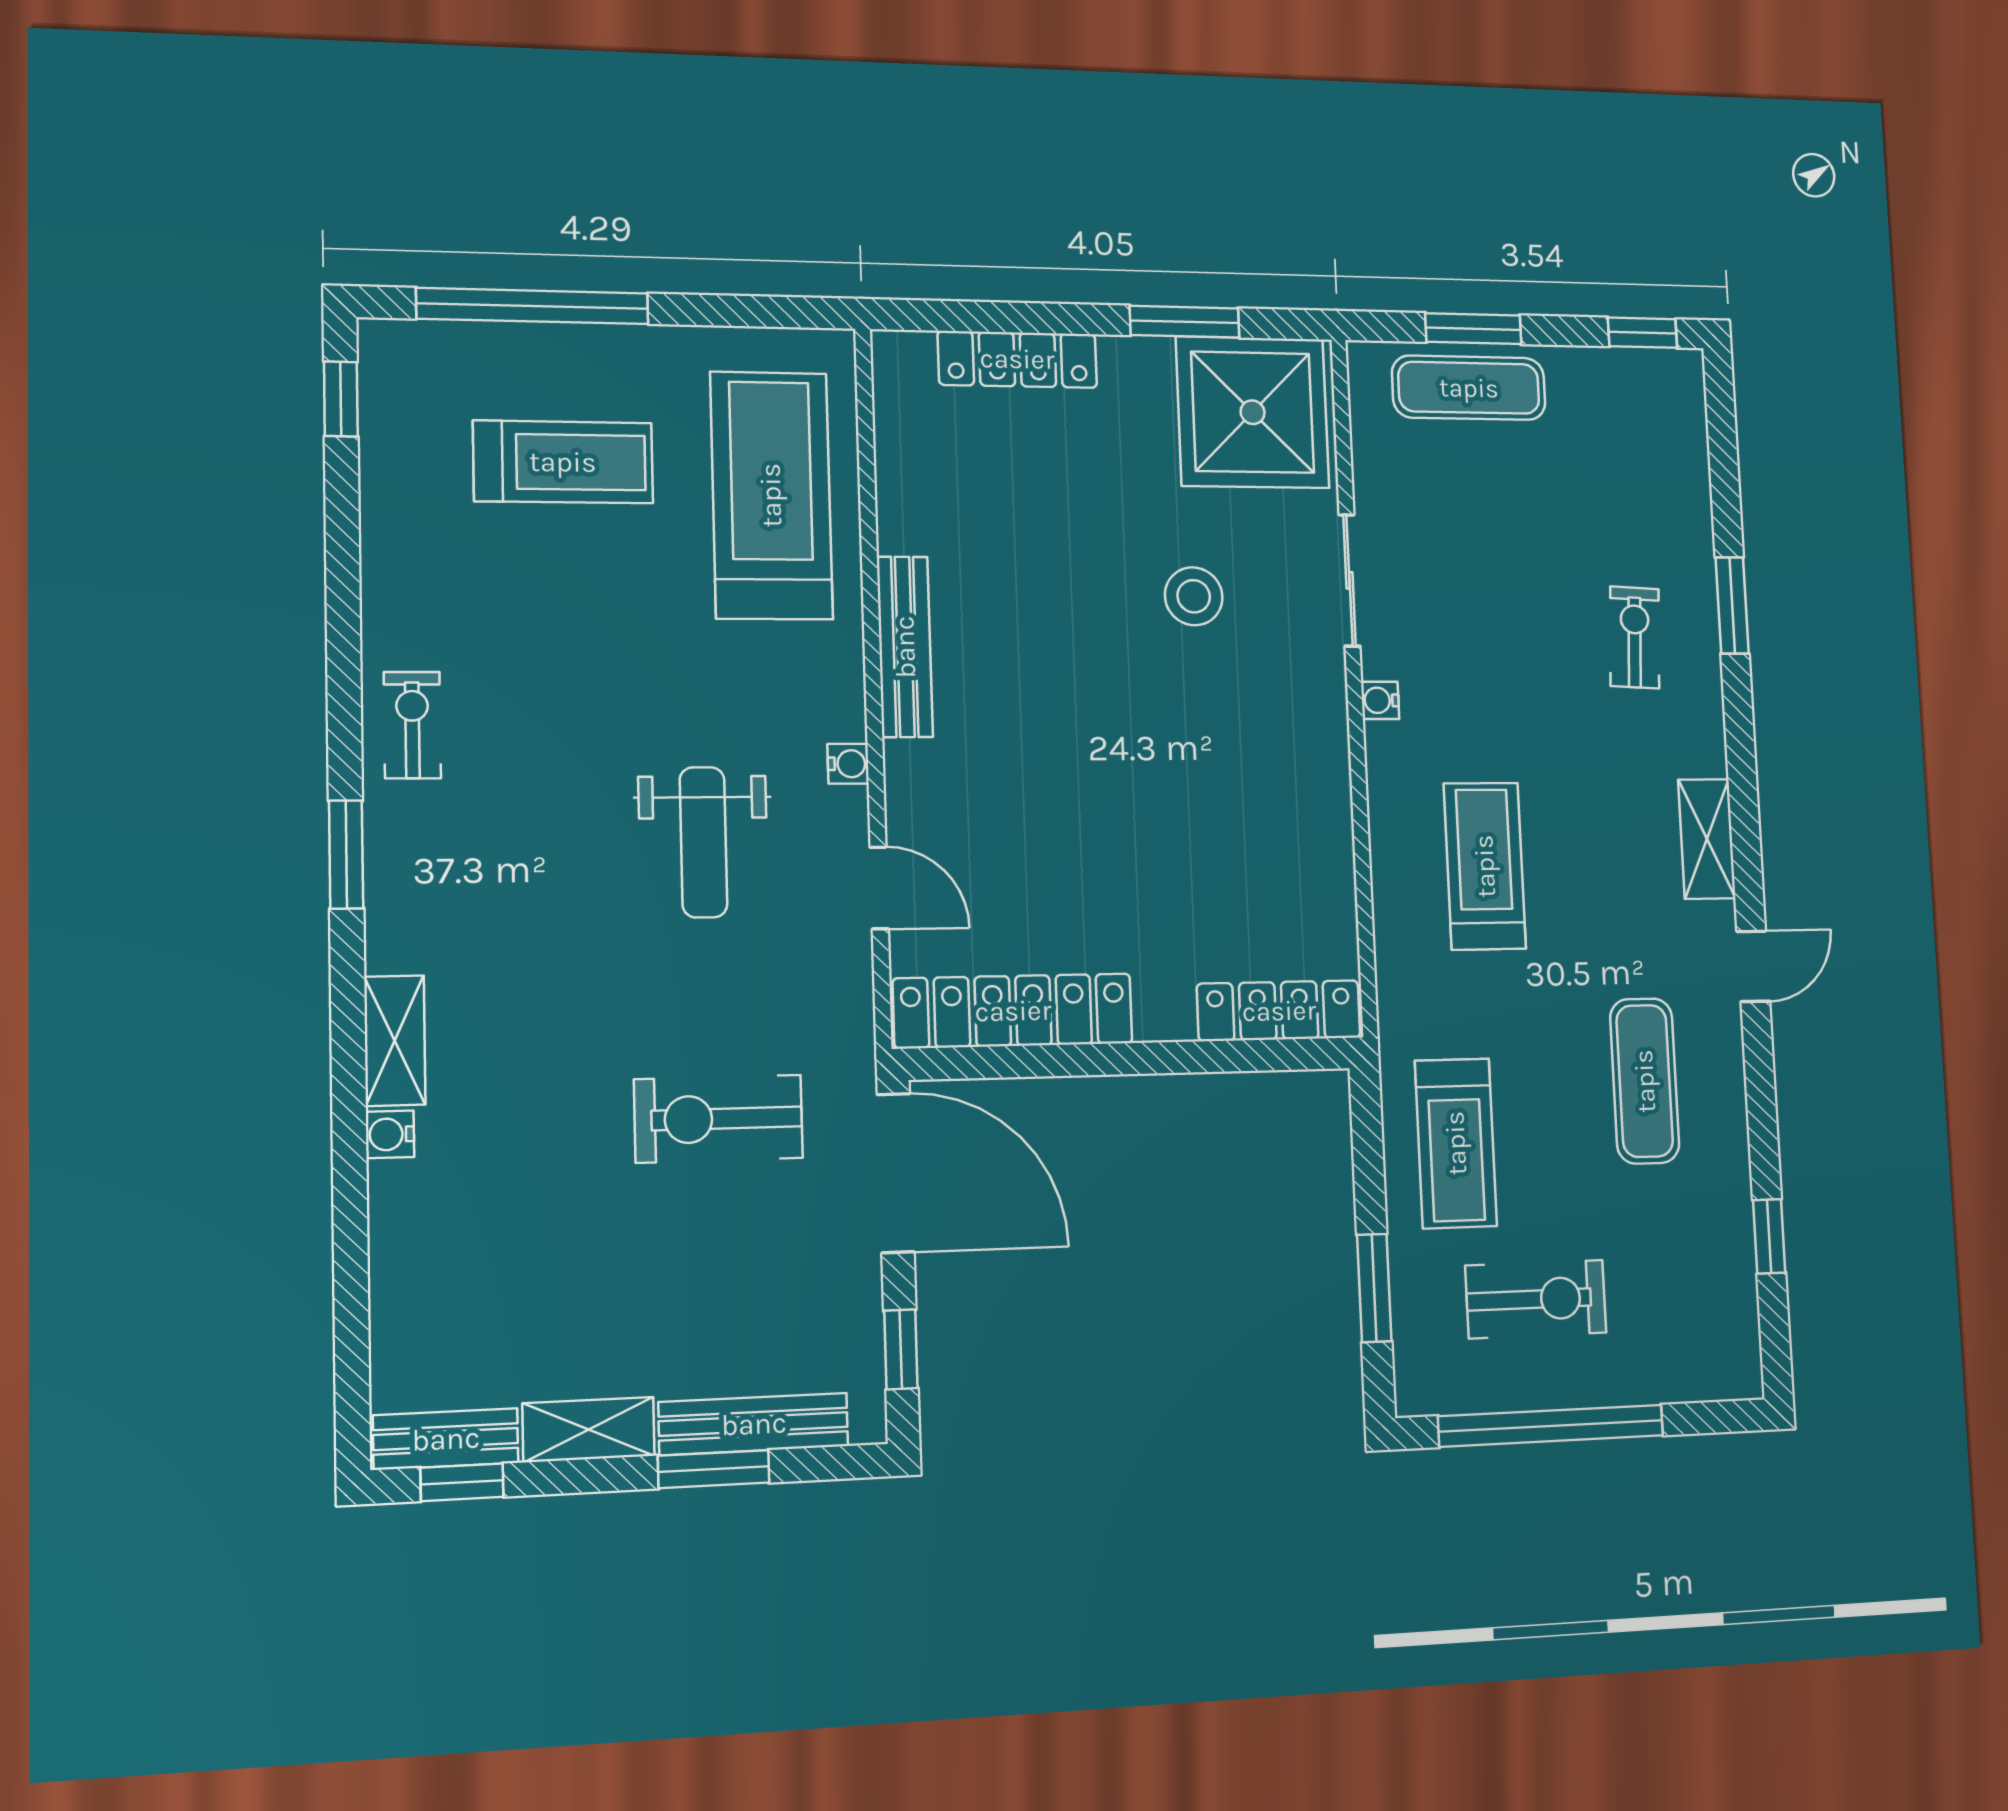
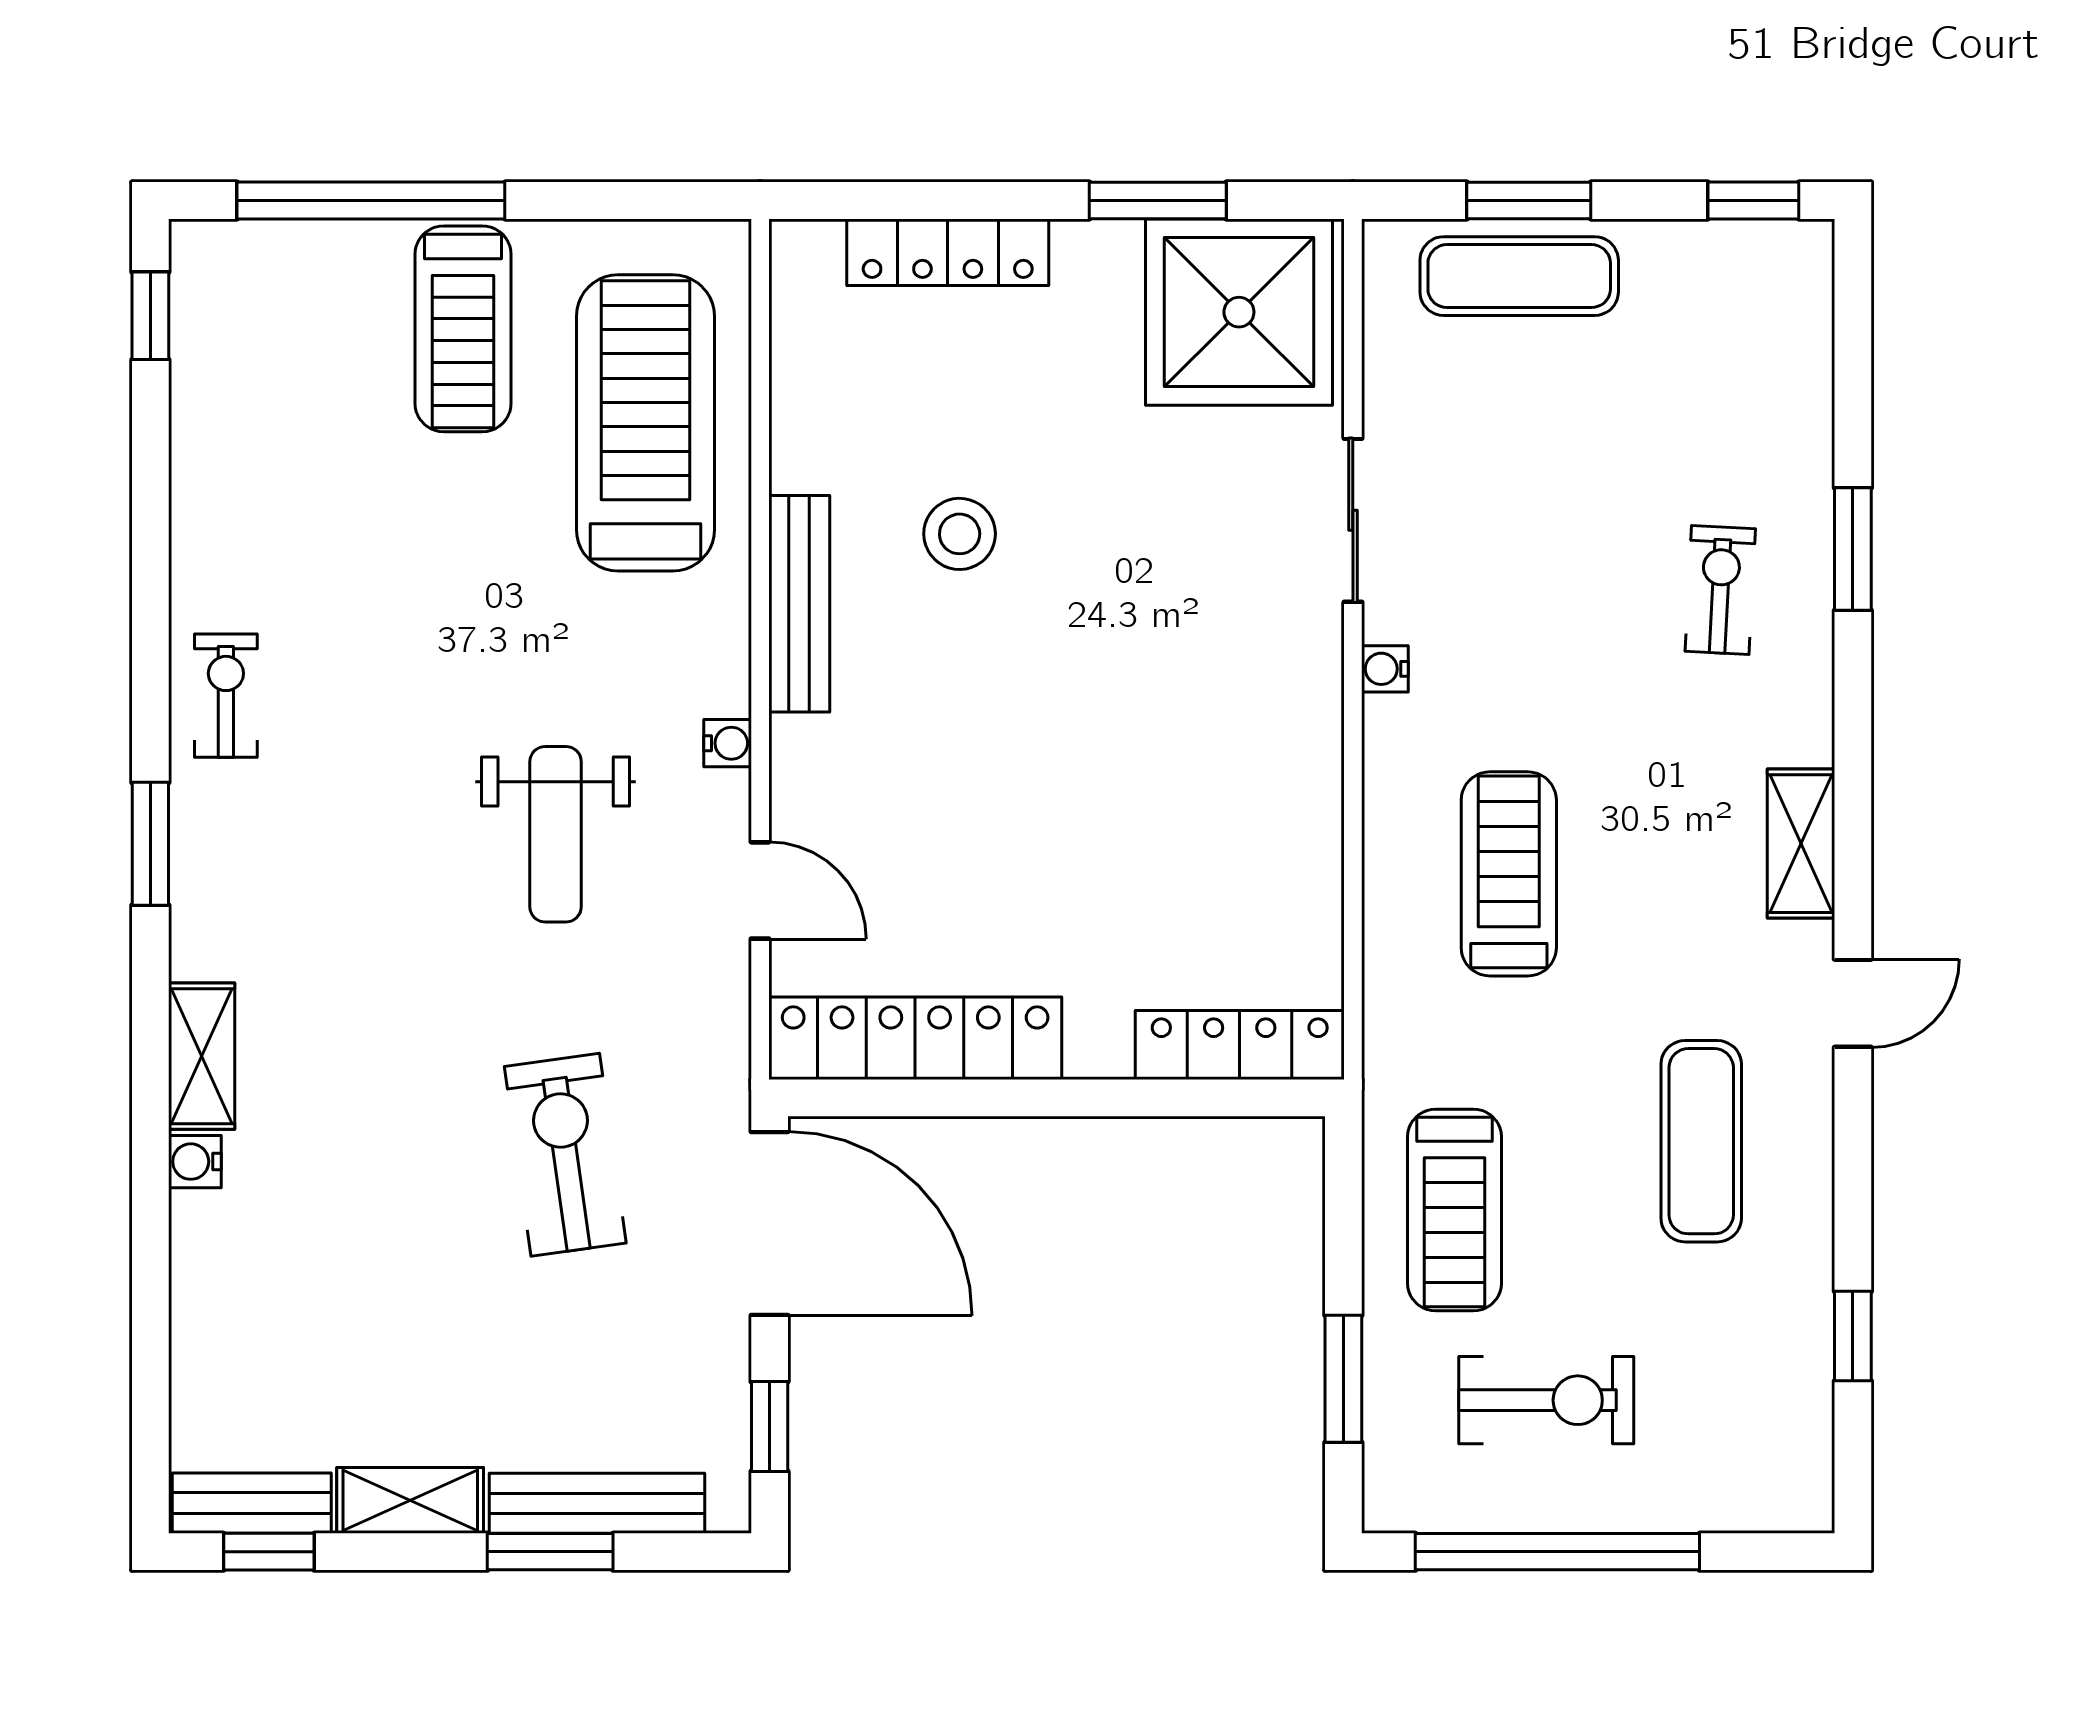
treadmill: (563, 462) -> (463, 329), moved, turned 90
stool: (1194, 596) -> (960, 534), moved
exercise bike: (719, 1119) -> (565, 1155), turned 82

